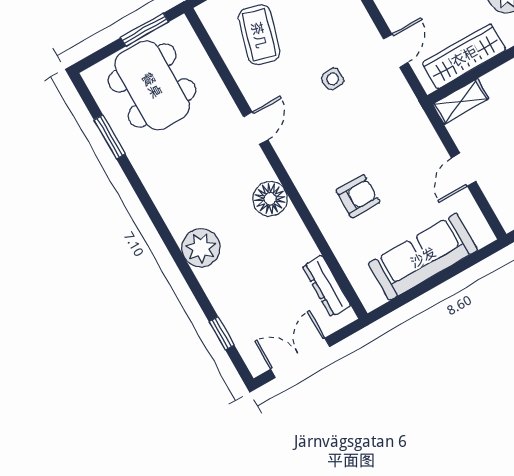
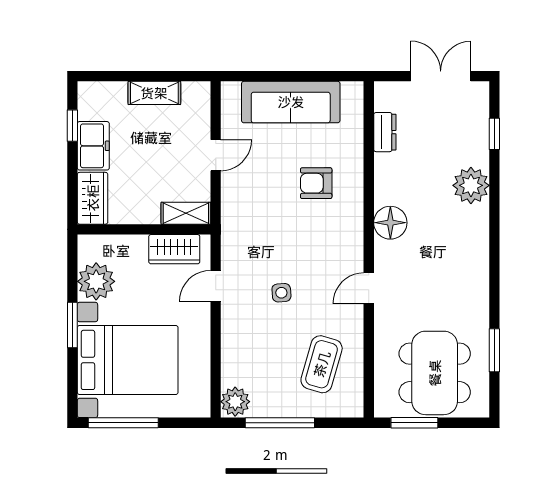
wardrobe: (464, 56) -> (174, 249), width x0.67
plant: (201, 248) -> (471, 185), moved
dresser: (326, 286) -> (385, 132), width x0.70
double door: (300, 358) -> (441, 76), swing flipped

